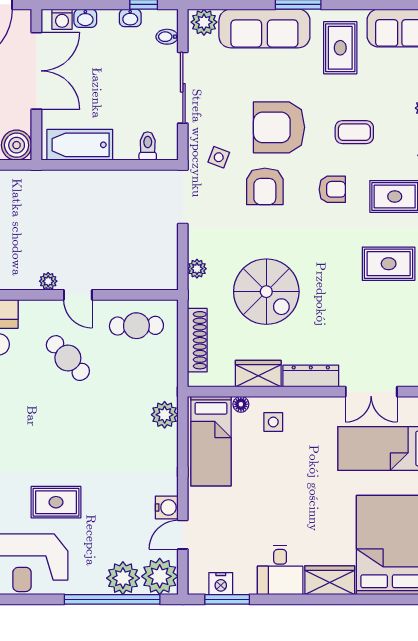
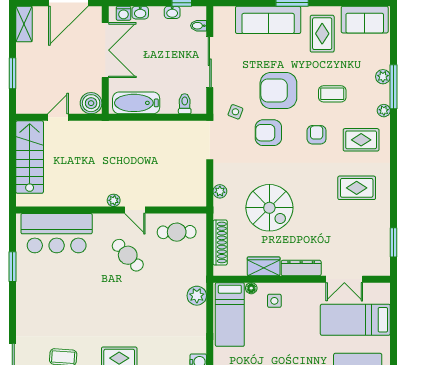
plant: (204, 22) -> (225, 15), removed
armchair: (265, 186) -> (268, 133), turned 90
armchair: (332, 189) -> (317, 135), turned -90

